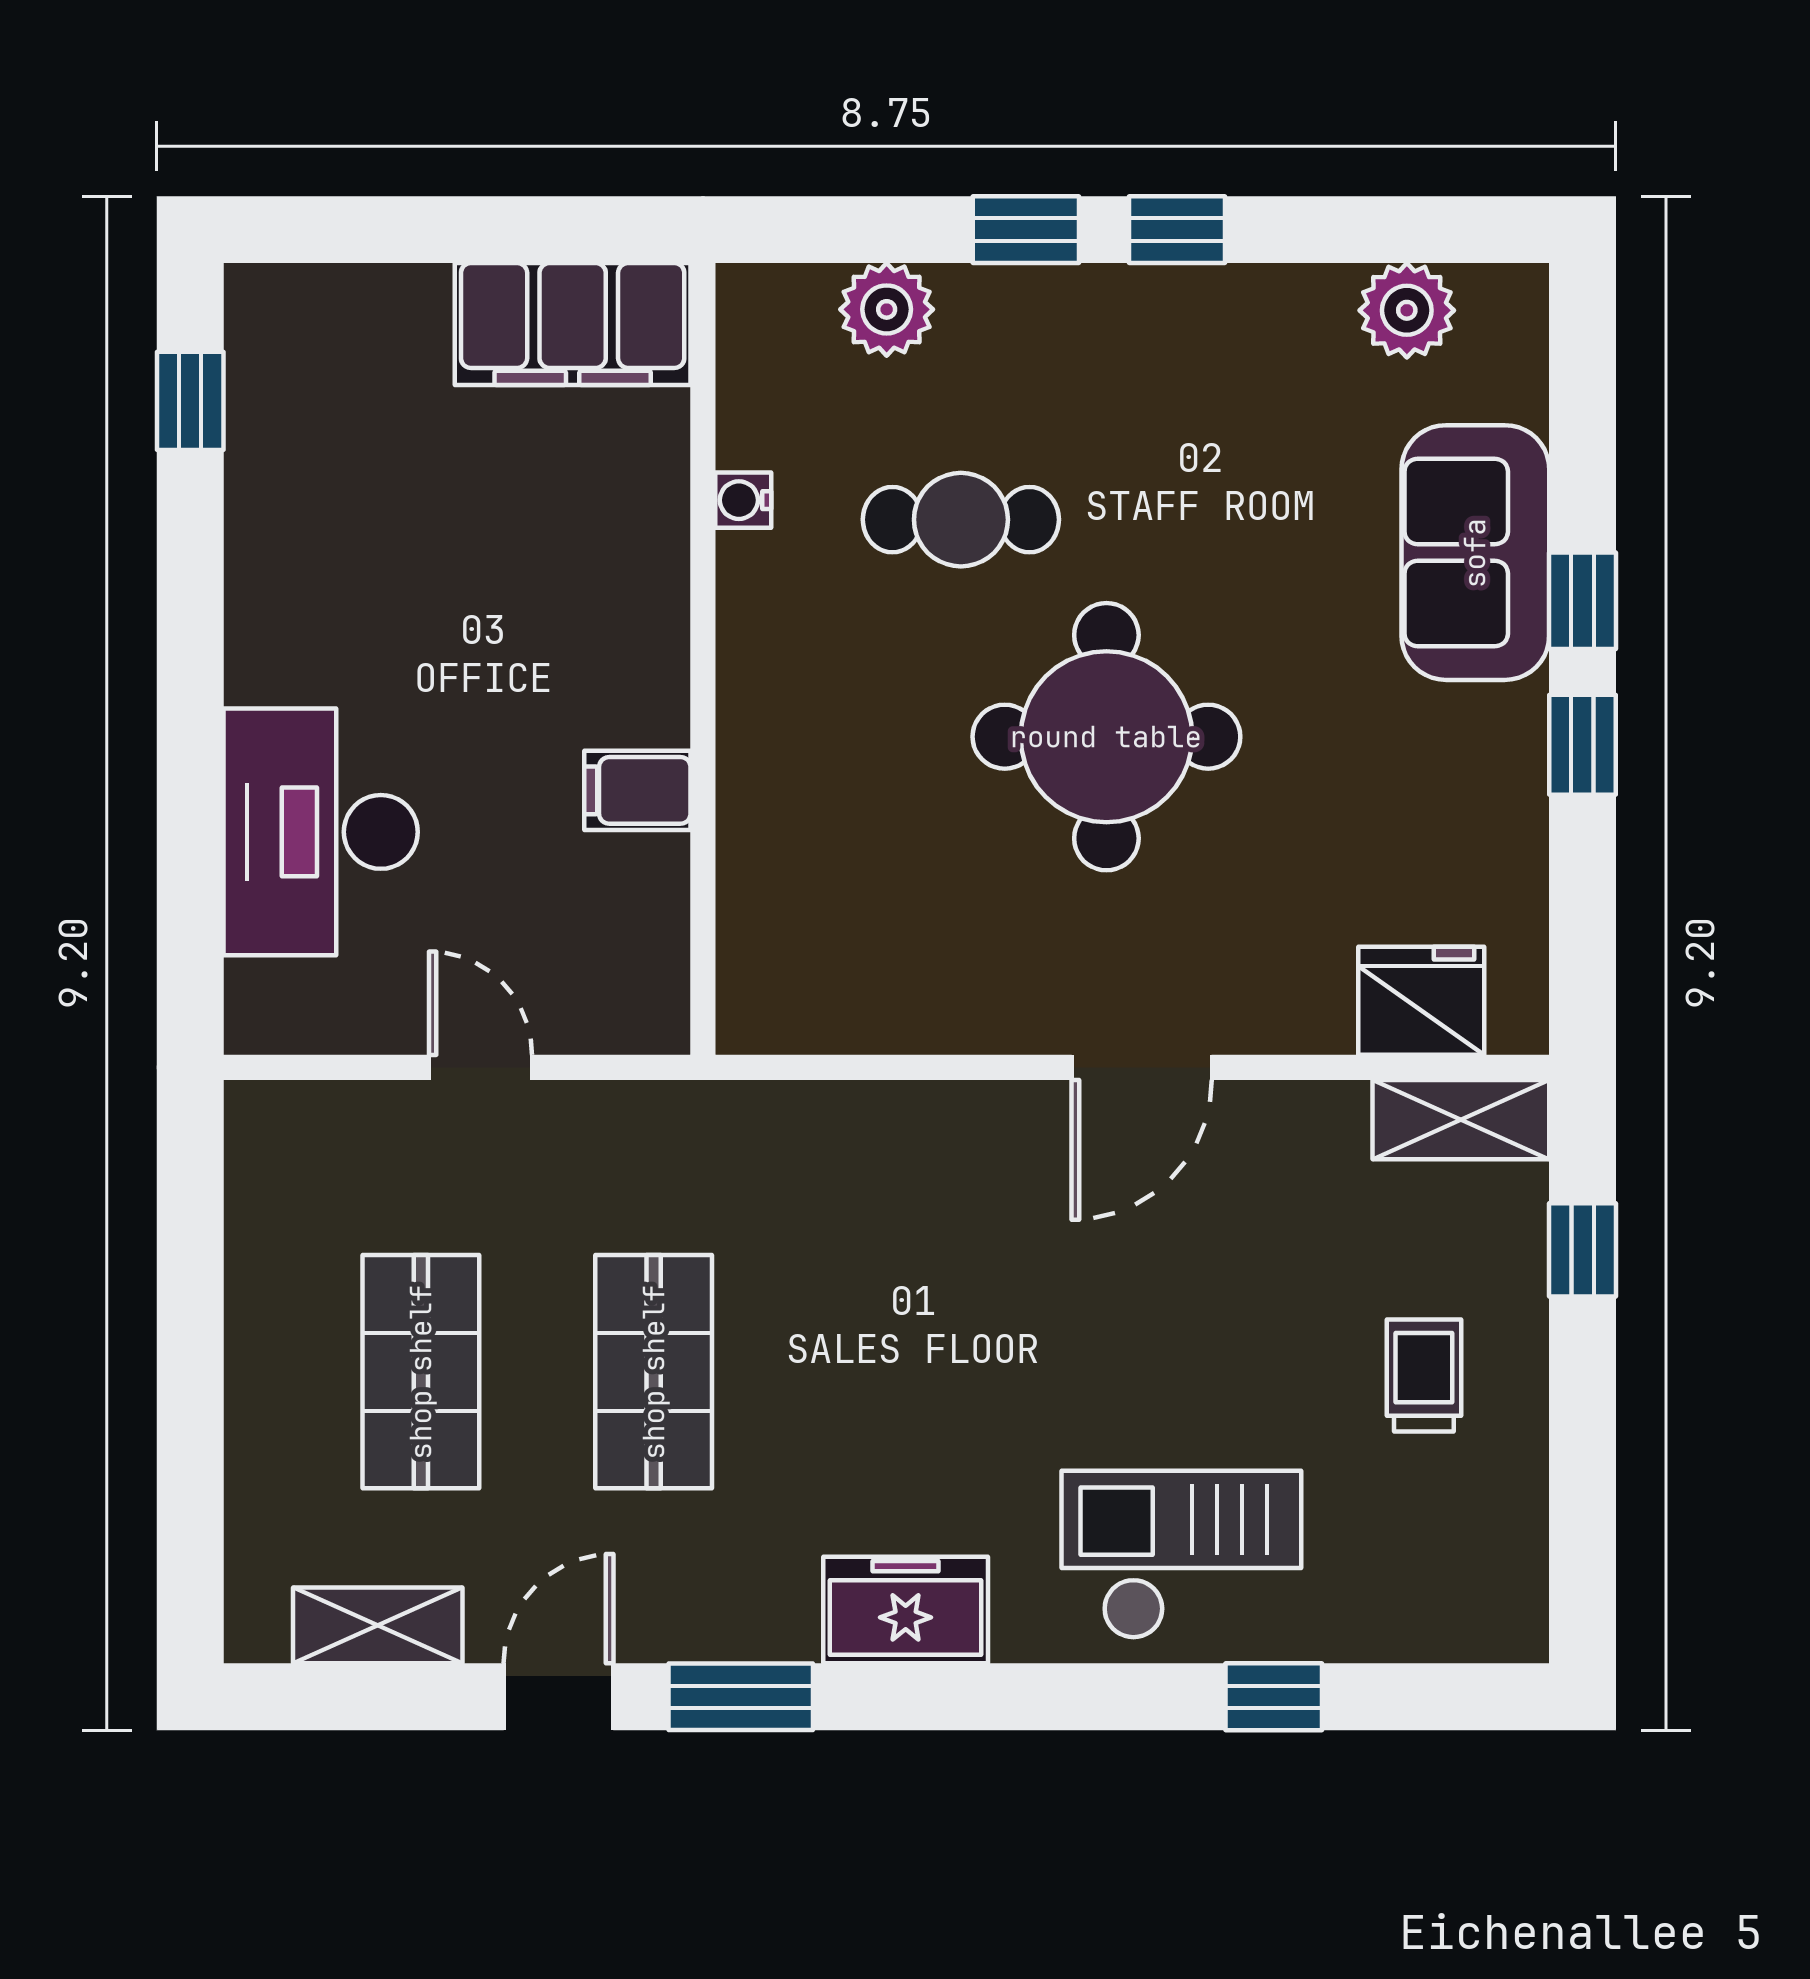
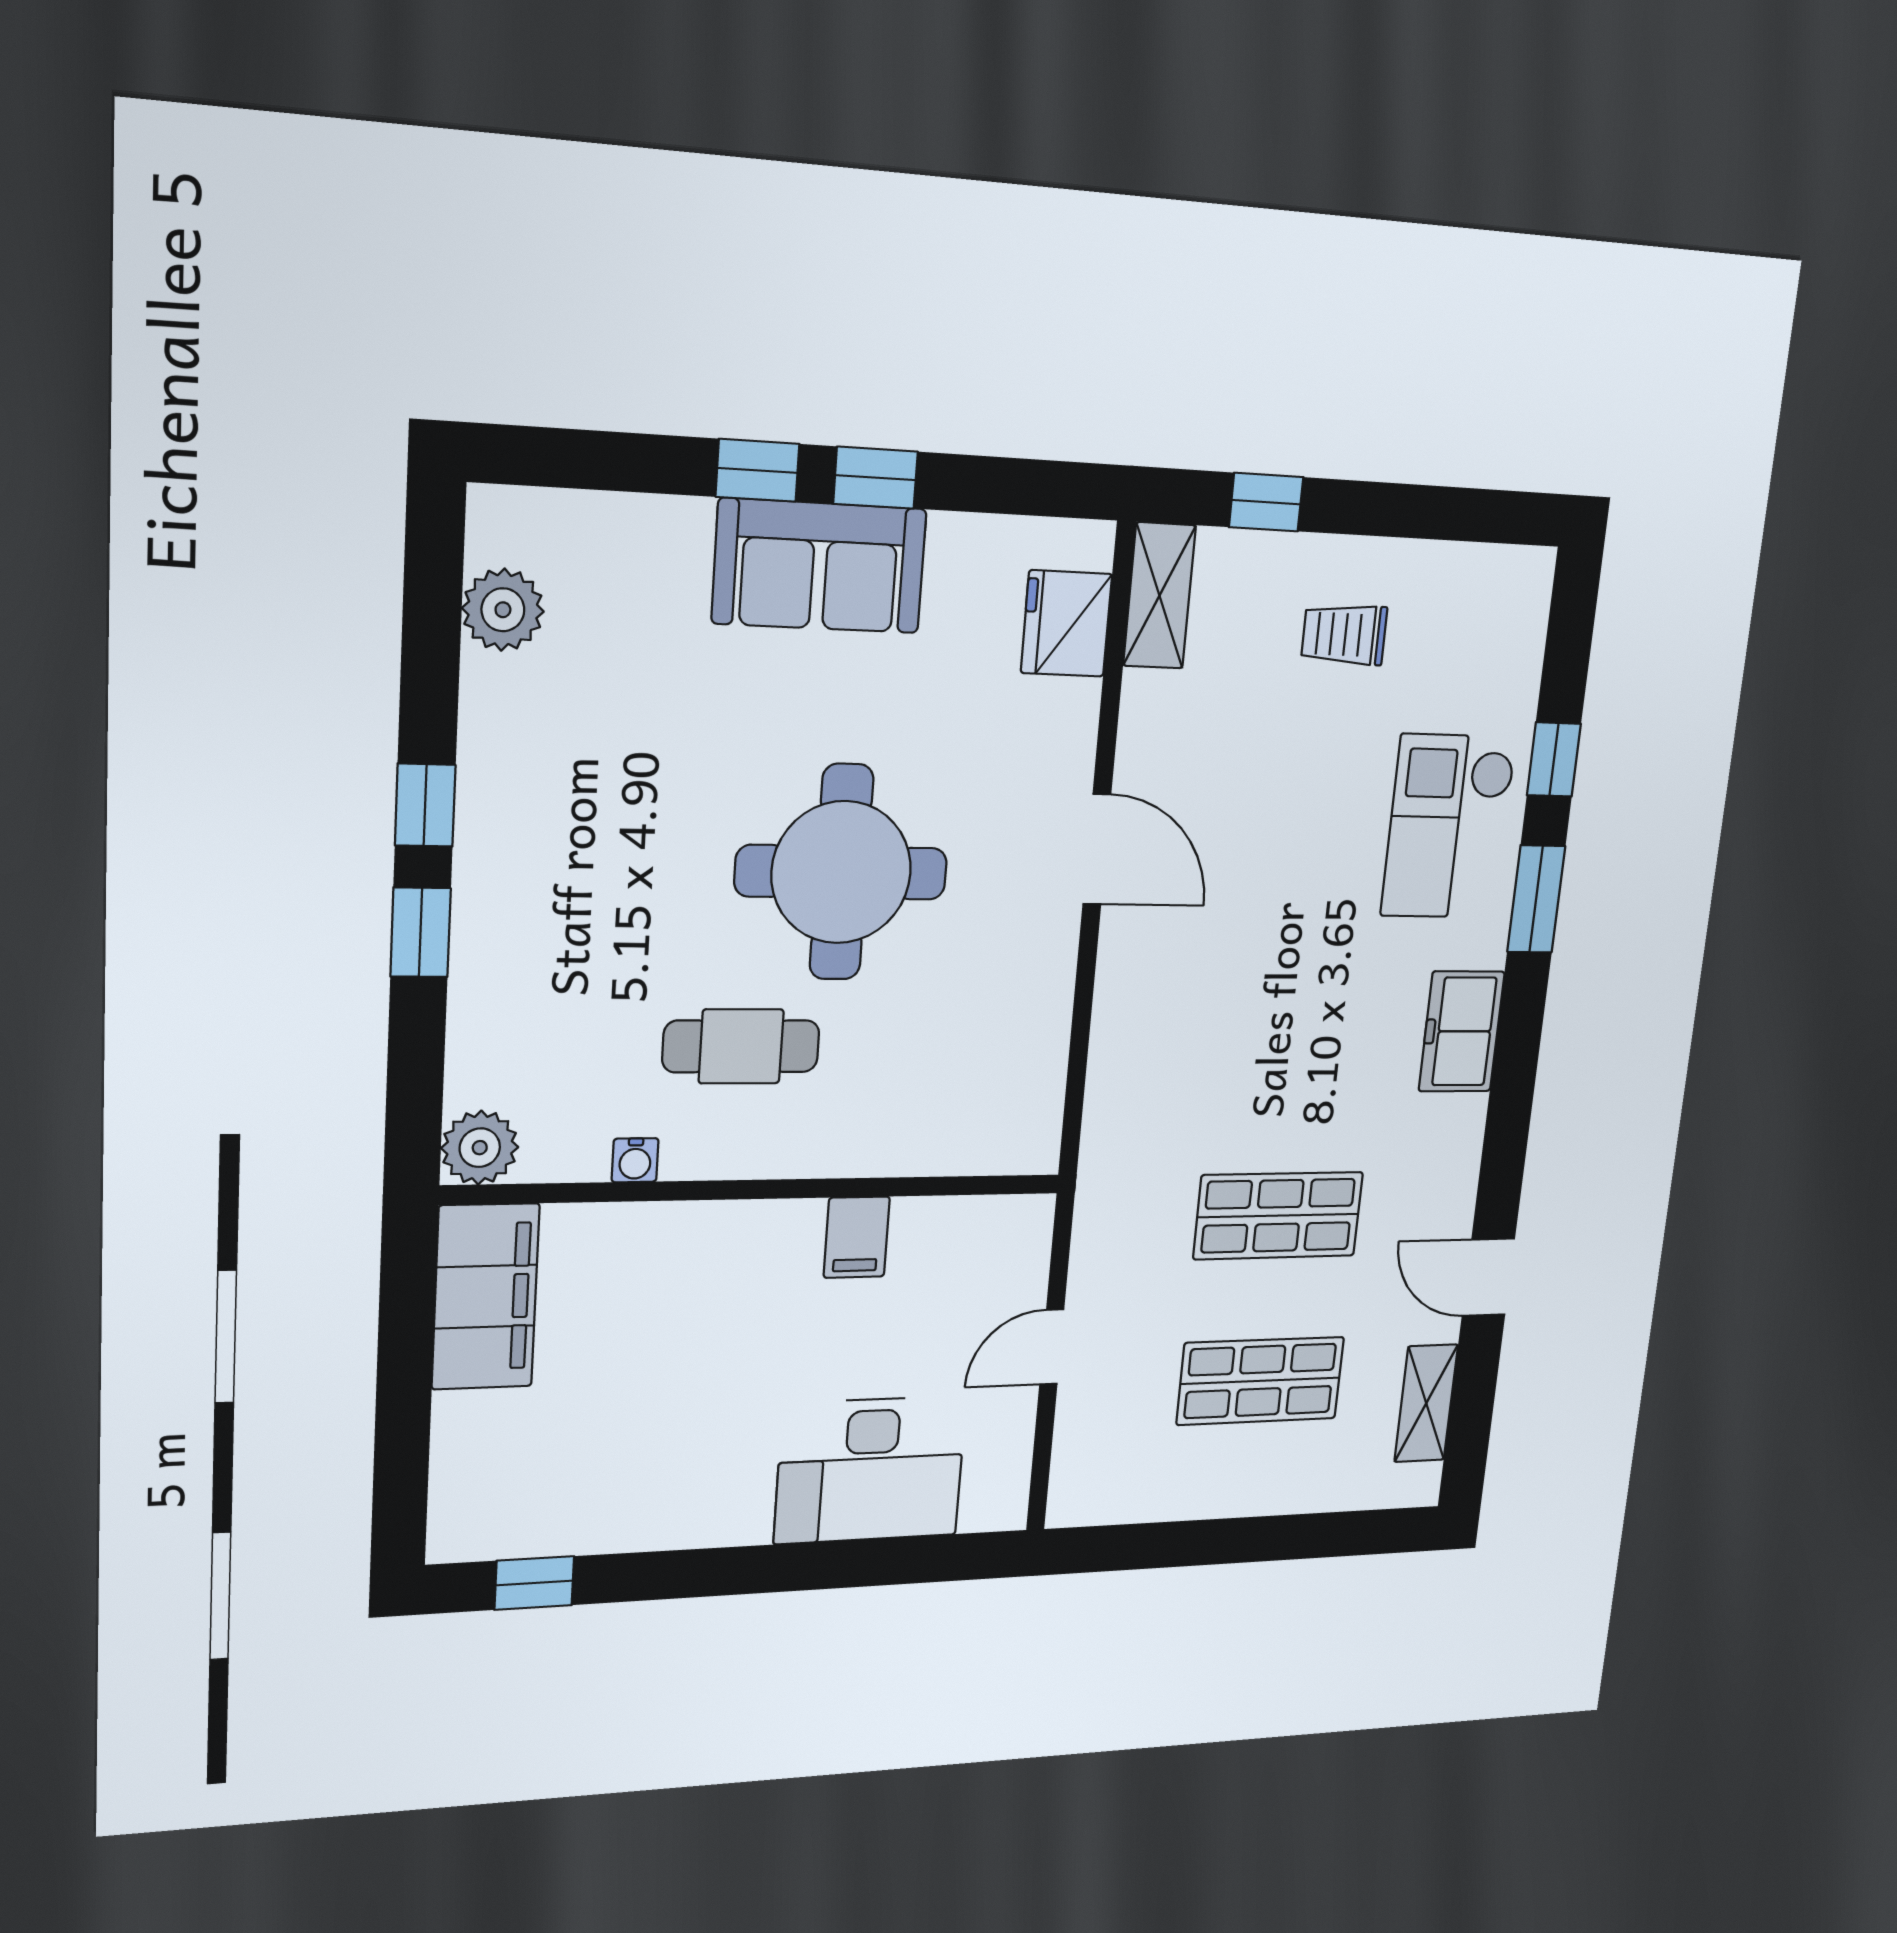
plant: (887, 309) -> (480, 1148), moved
cafe table: (961, 520) -> (741, 1046), moved, turned 90
sofa: (1475, 553) -> (820, 566), moved
window: (741, 1697) -> (1536, 899), moved

